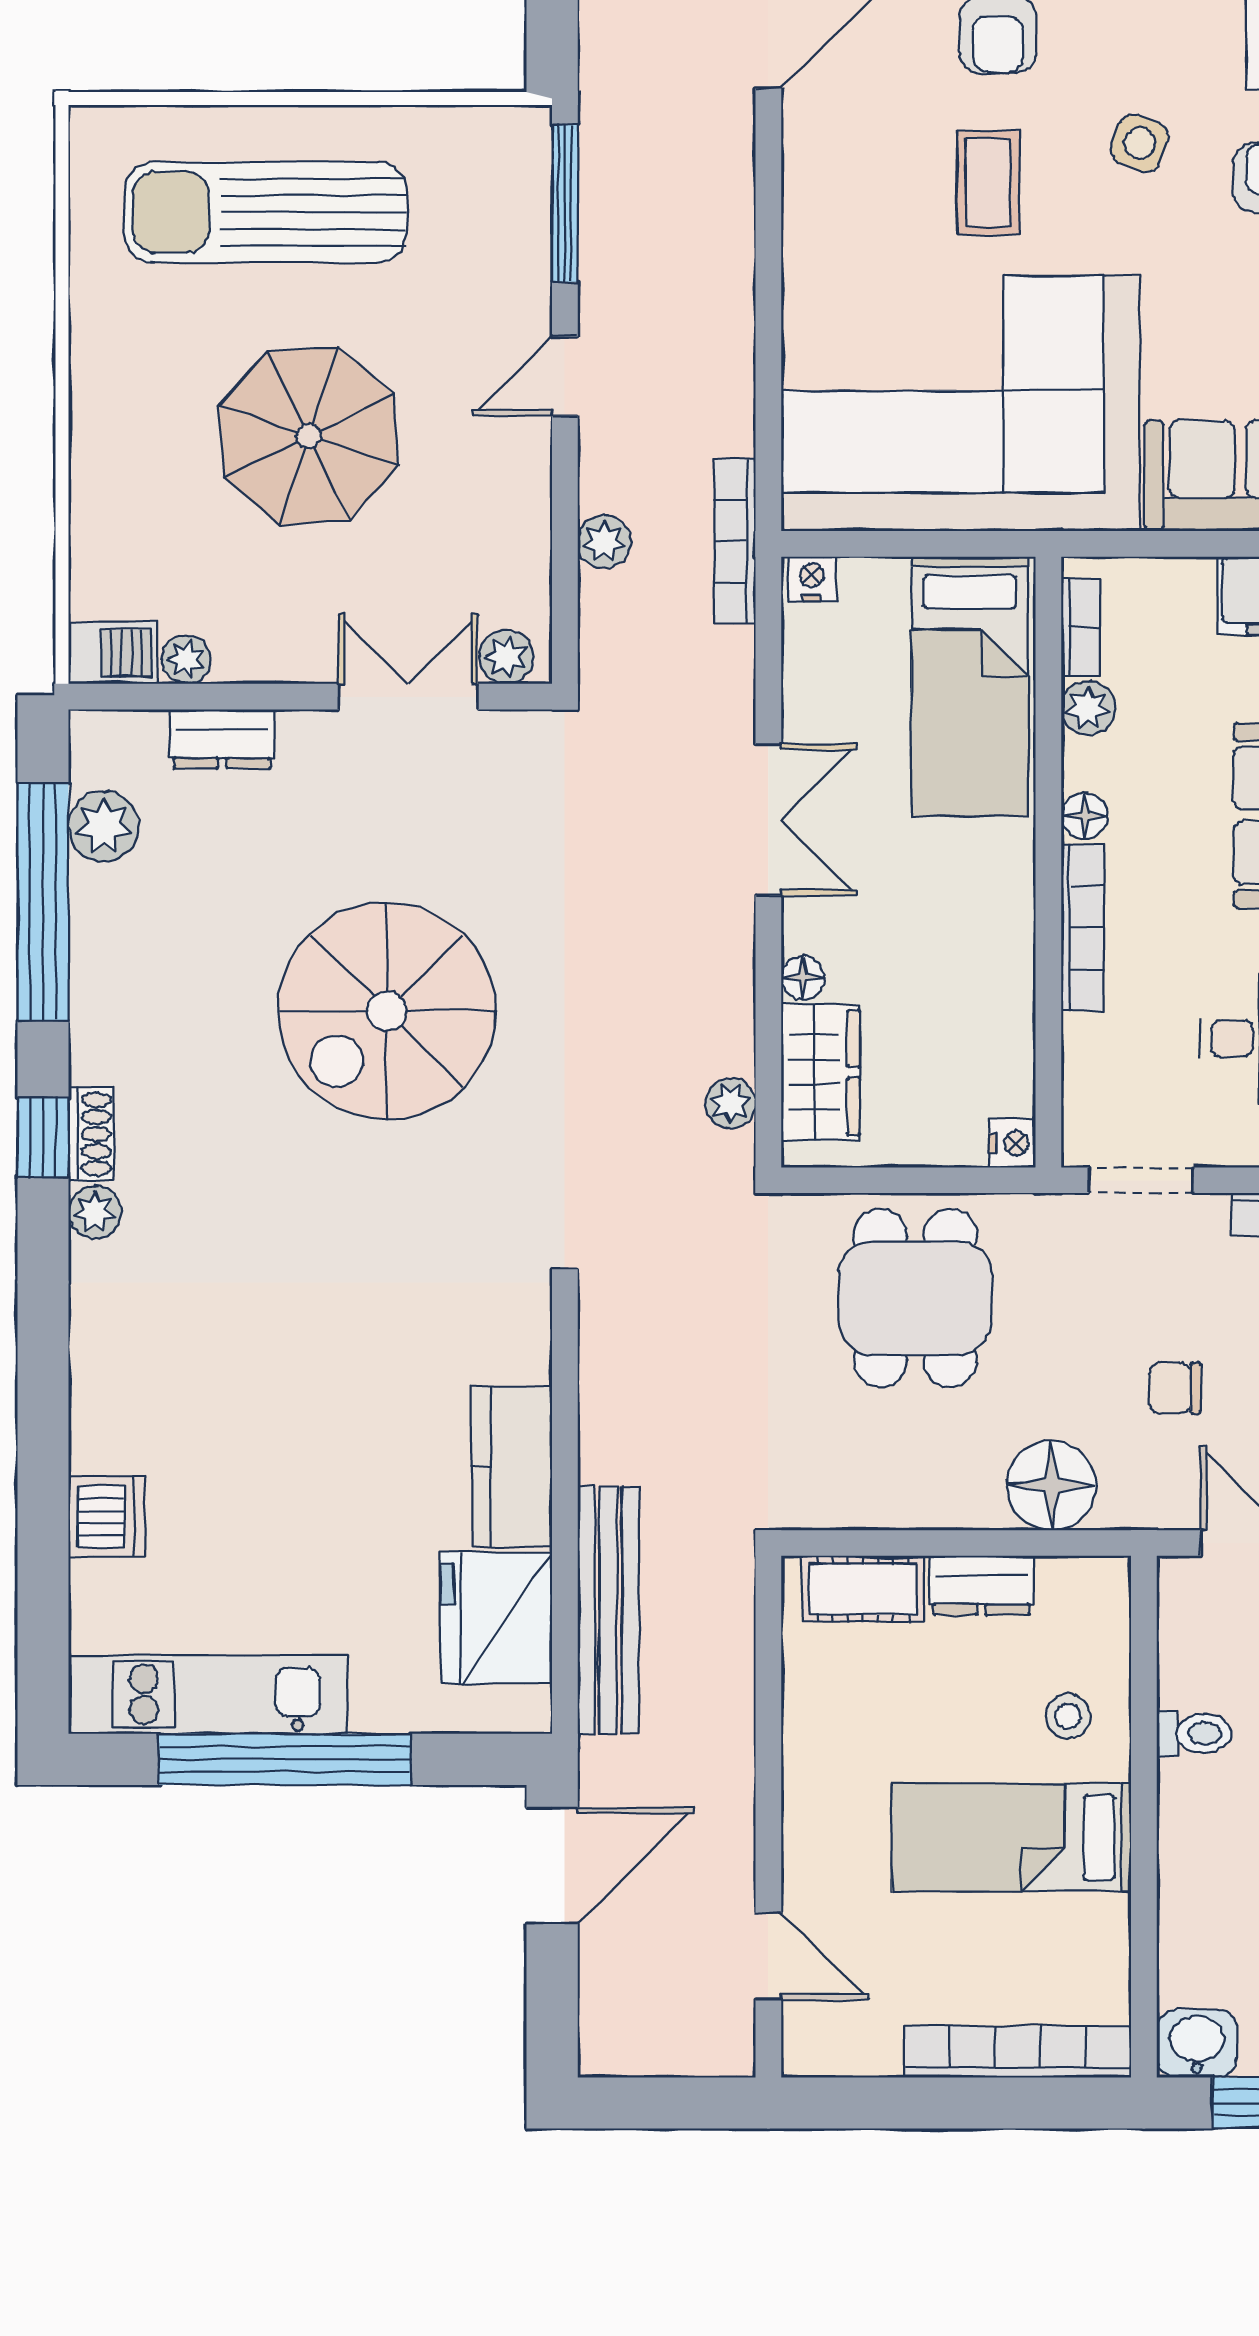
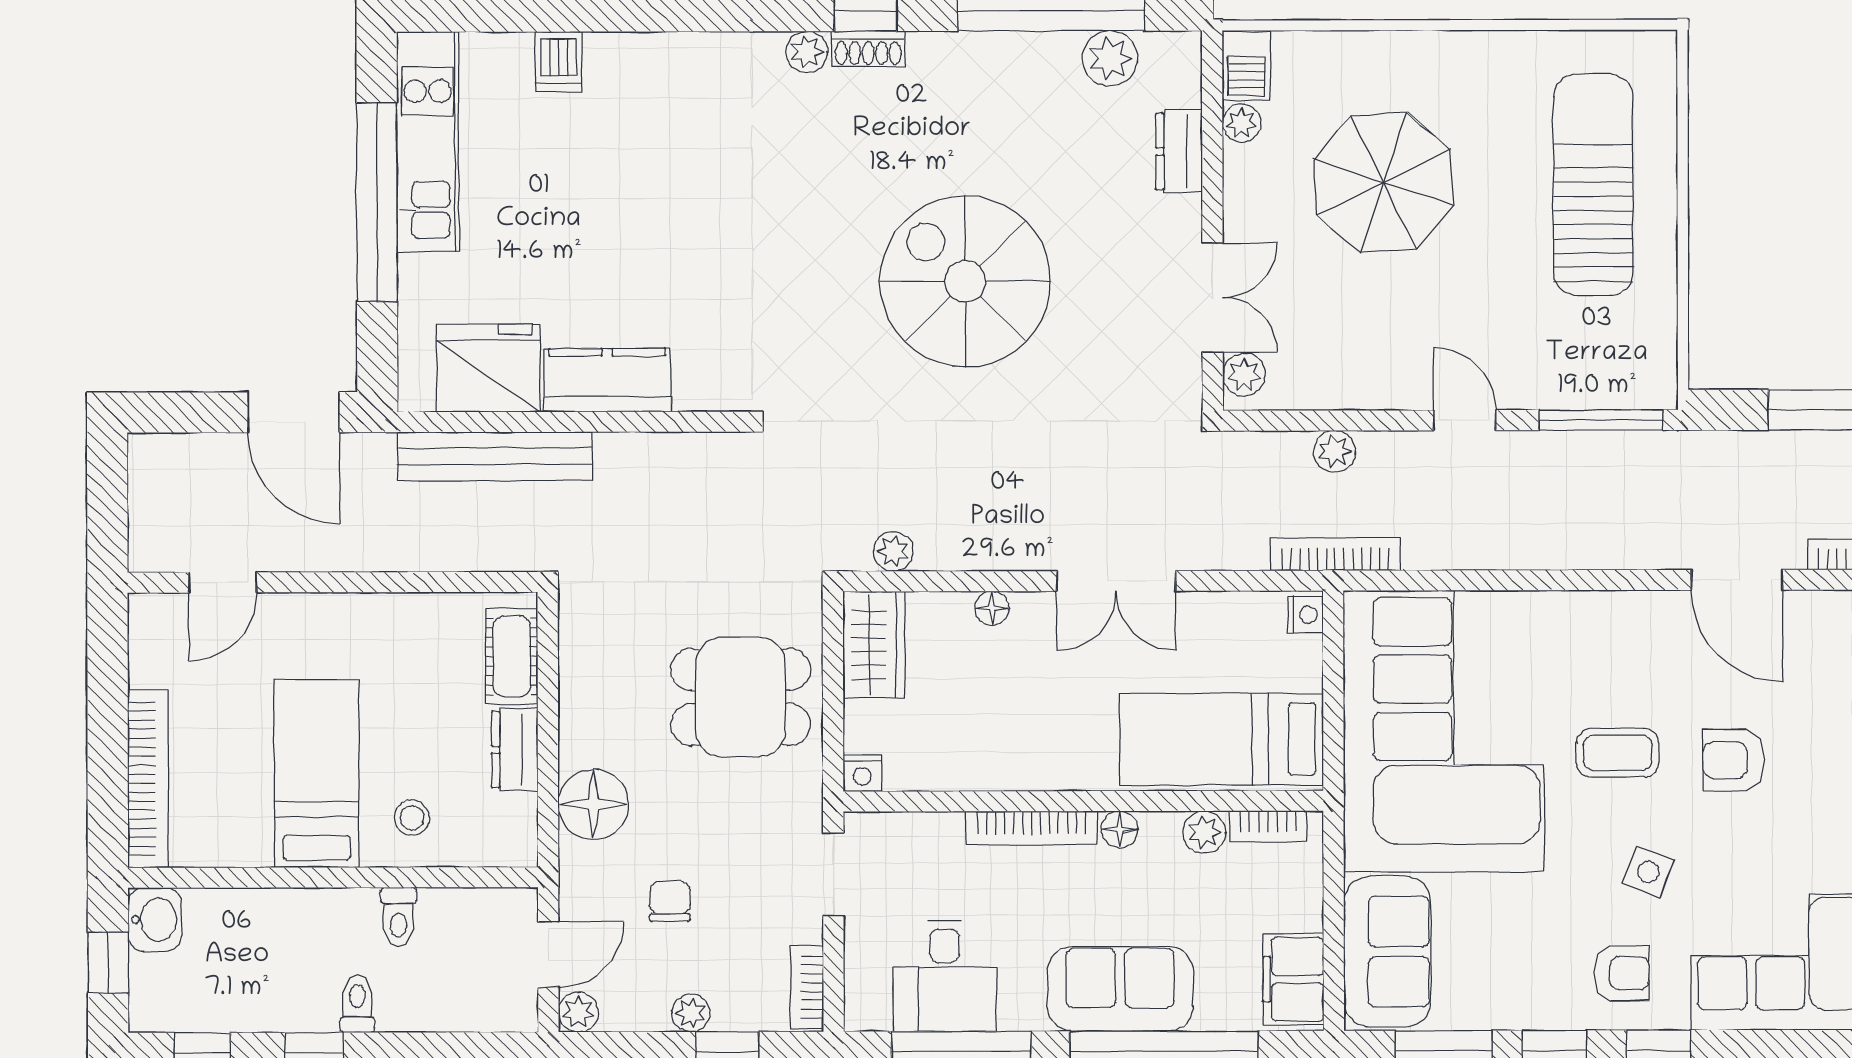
parasol: (309, 436) -> (1384, 182), moved
wardrobe: (821, 1072) -> (874, 645), moved, turned -90
dishwasher: (107, 1517) -> (559, 62), width x0.73

